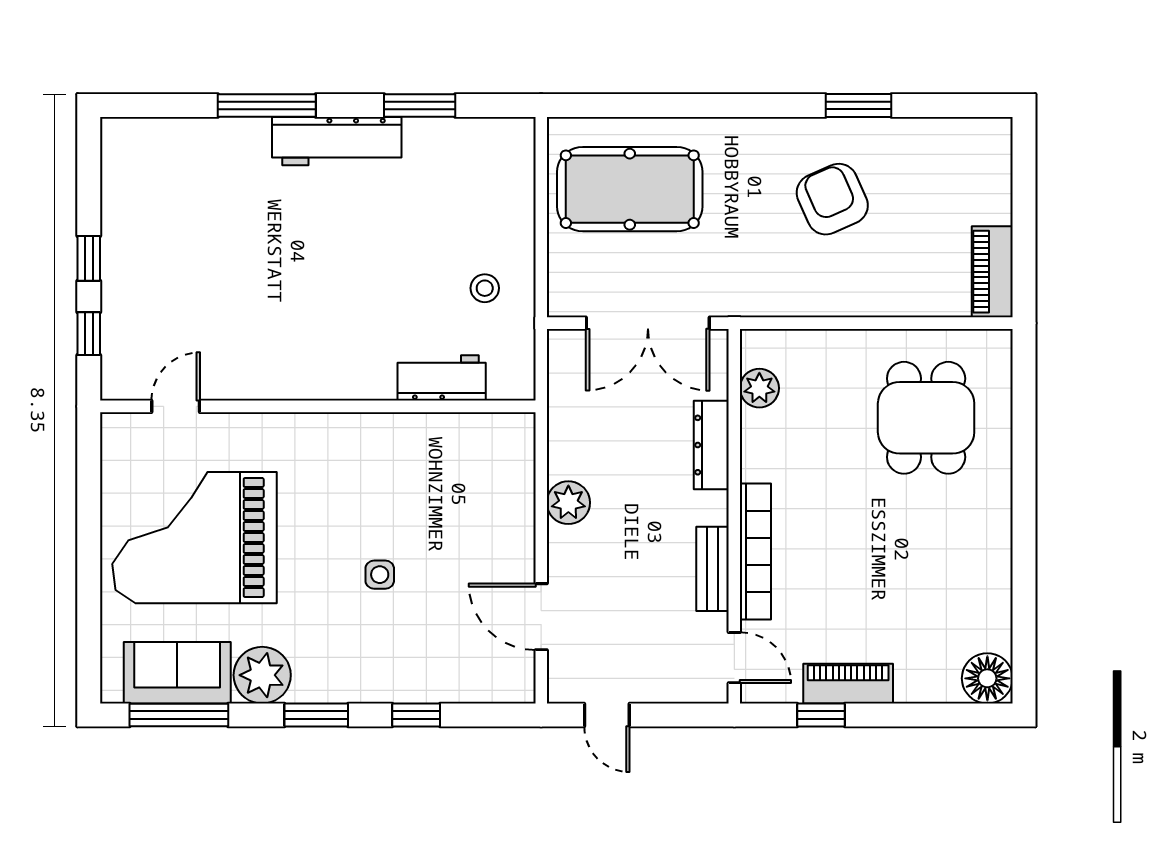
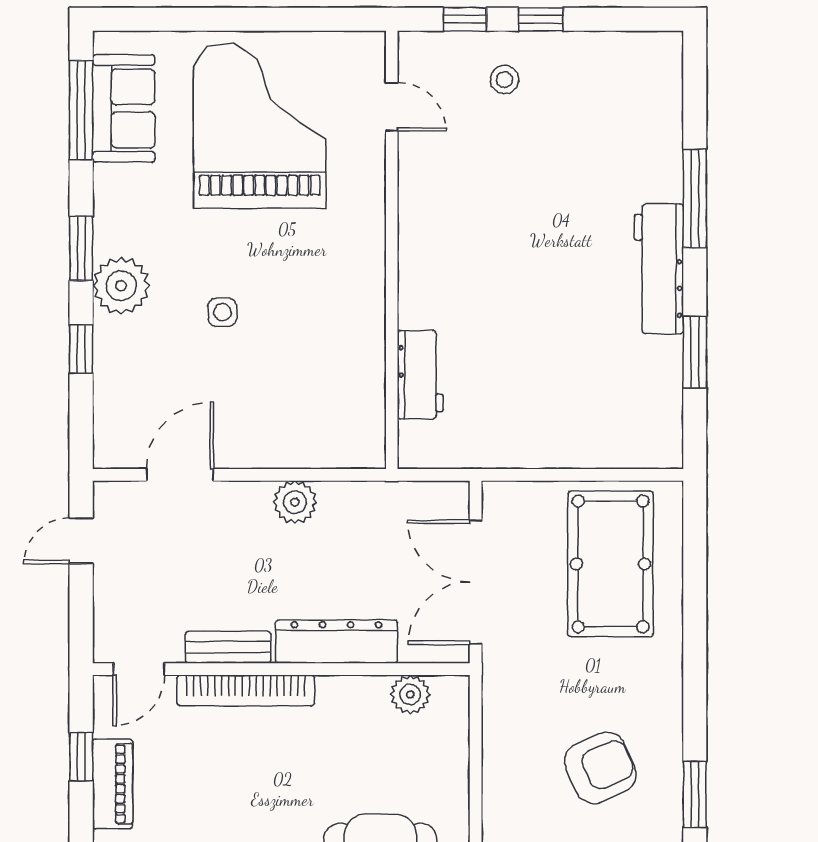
stool: (485, 288) -> (504, 80), moved
dresser: (711, 445) -> (337, 642), width x1.37, depth x1.24
plant: (262, 675) -> (121, 286), moved

